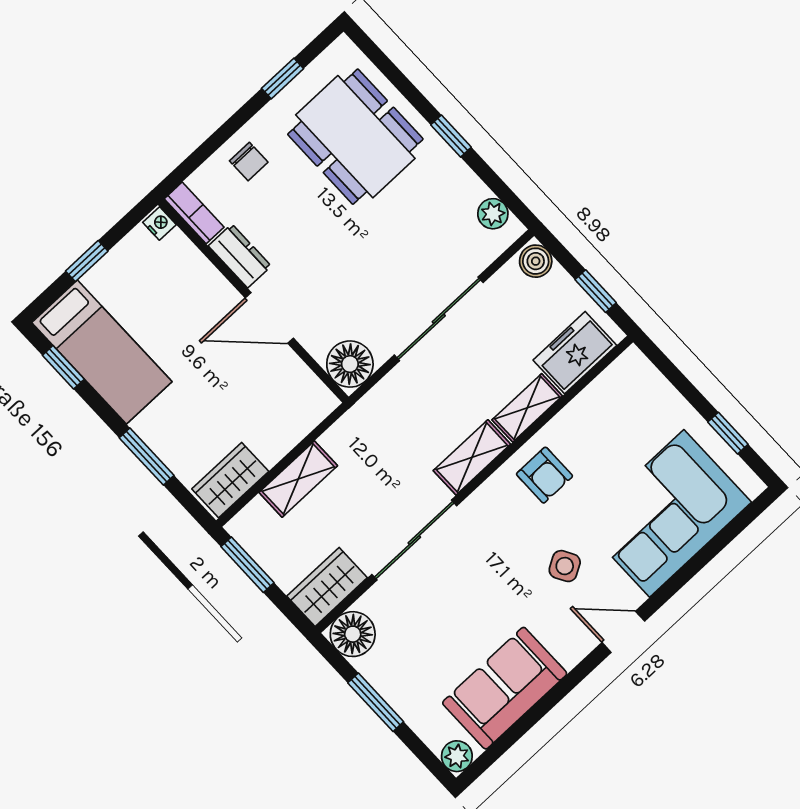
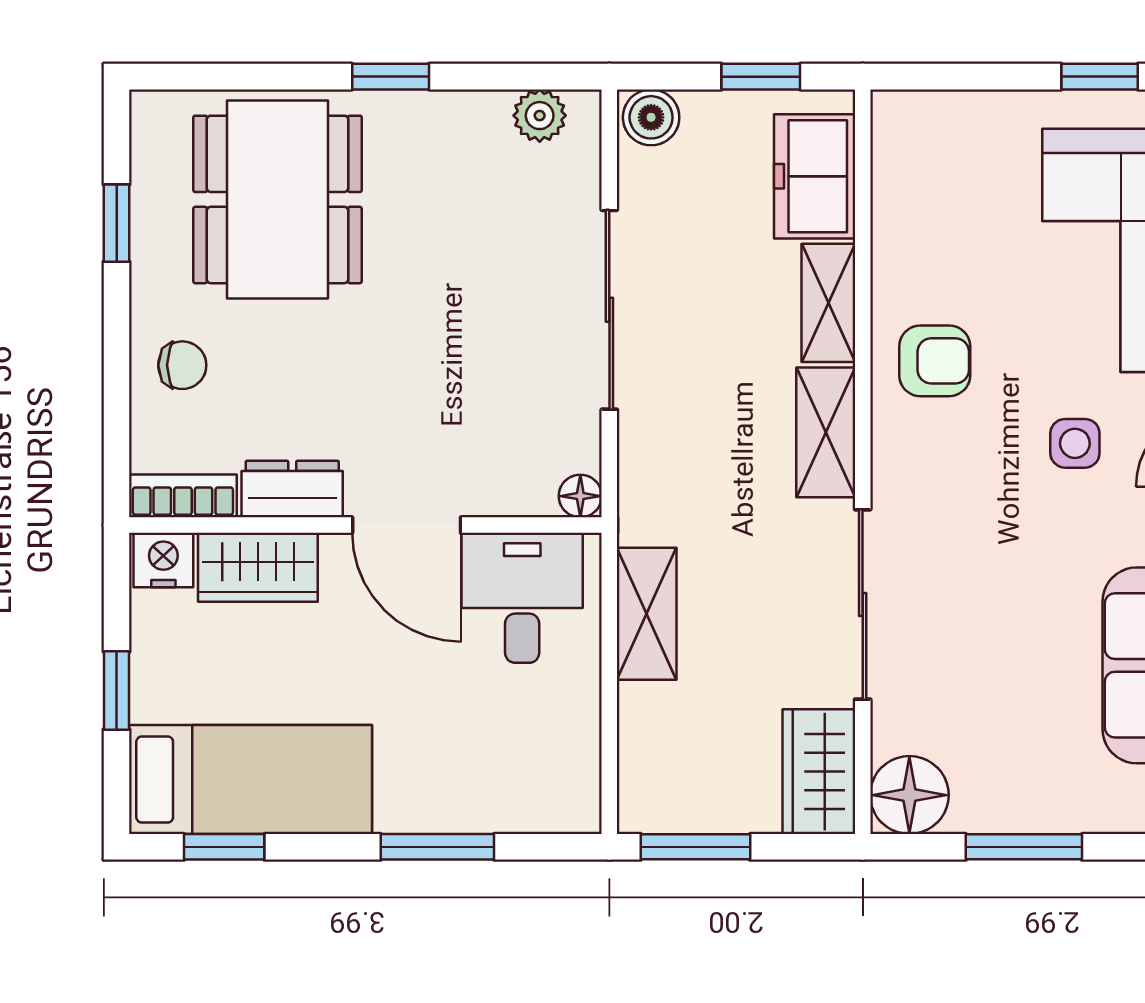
dining table: (355, 137) -> (278, 199), turned 90
nightstand: (159, 223) -> (163, 560), width x1.39, depth x1.35
door: (269, 318) -> (407, 525), hinge flipped
floor lamp: (350, 364) -> (580, 496), width x0.53, depth x0.53
desk: (284, 395) -> (522, 598), added
shelving: (298, 479) -> (647, 614), moved
wardrobe: (230, 480) -> (258, 567), moved, turned -90
side table: (565, 566) -> (1075, 443), turned 30

